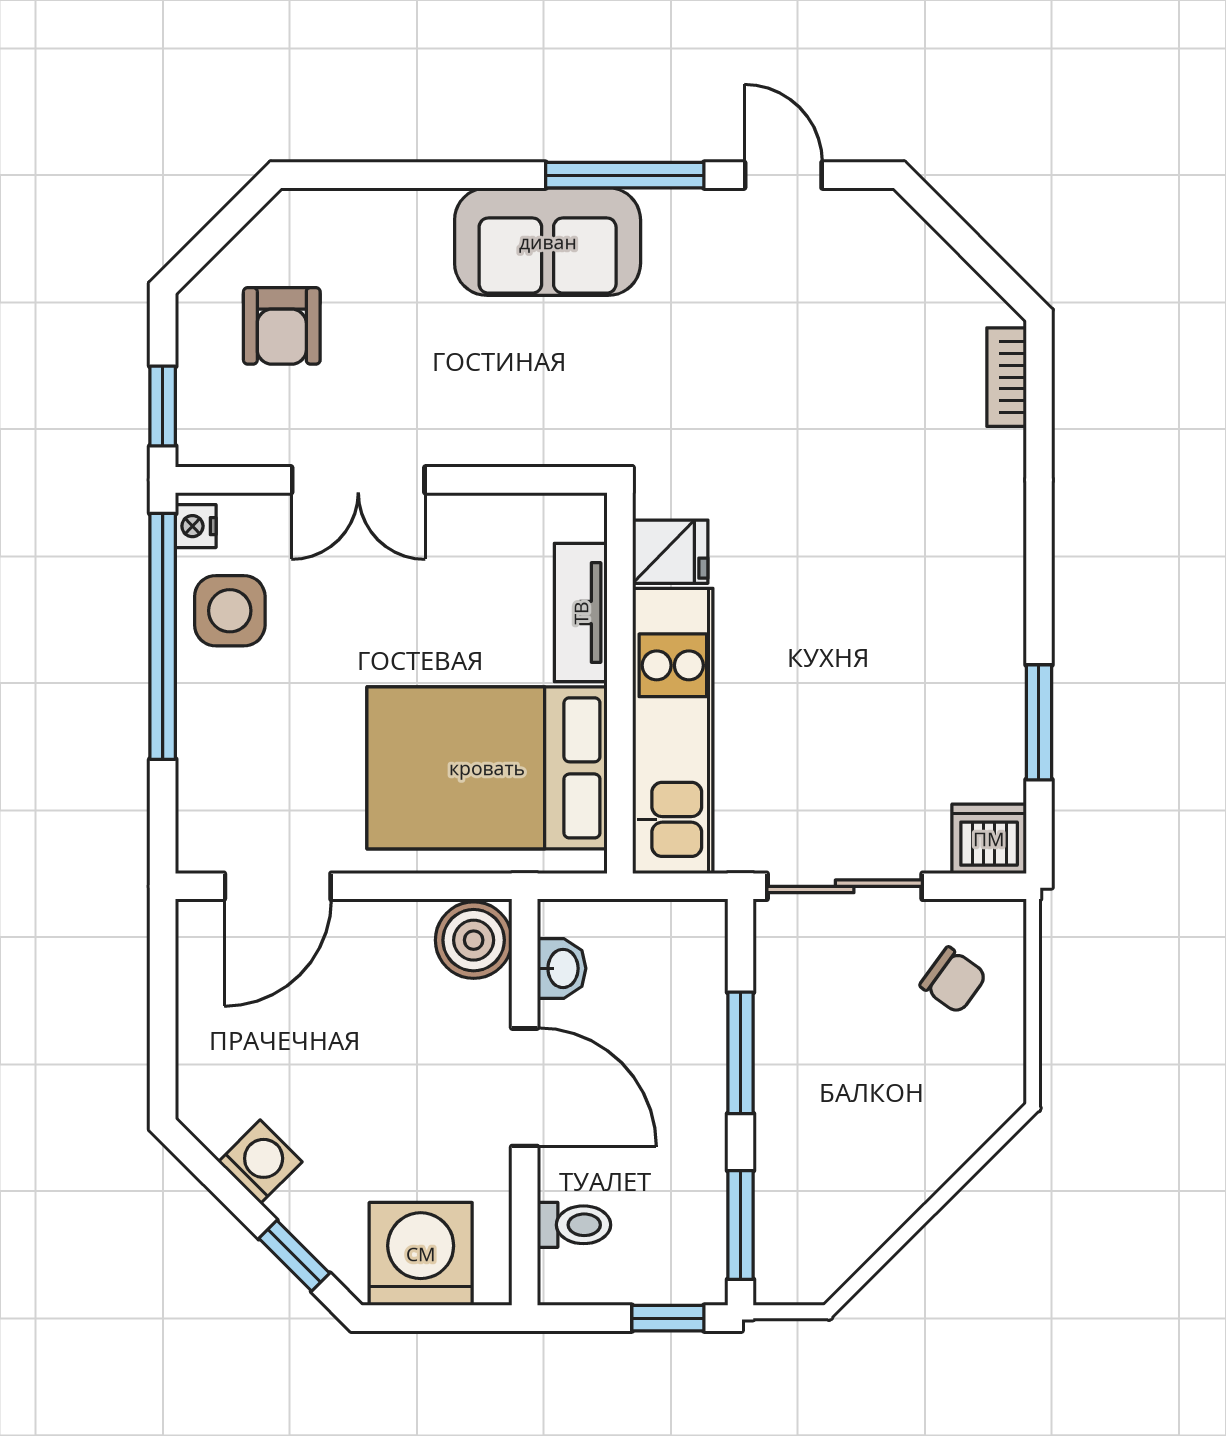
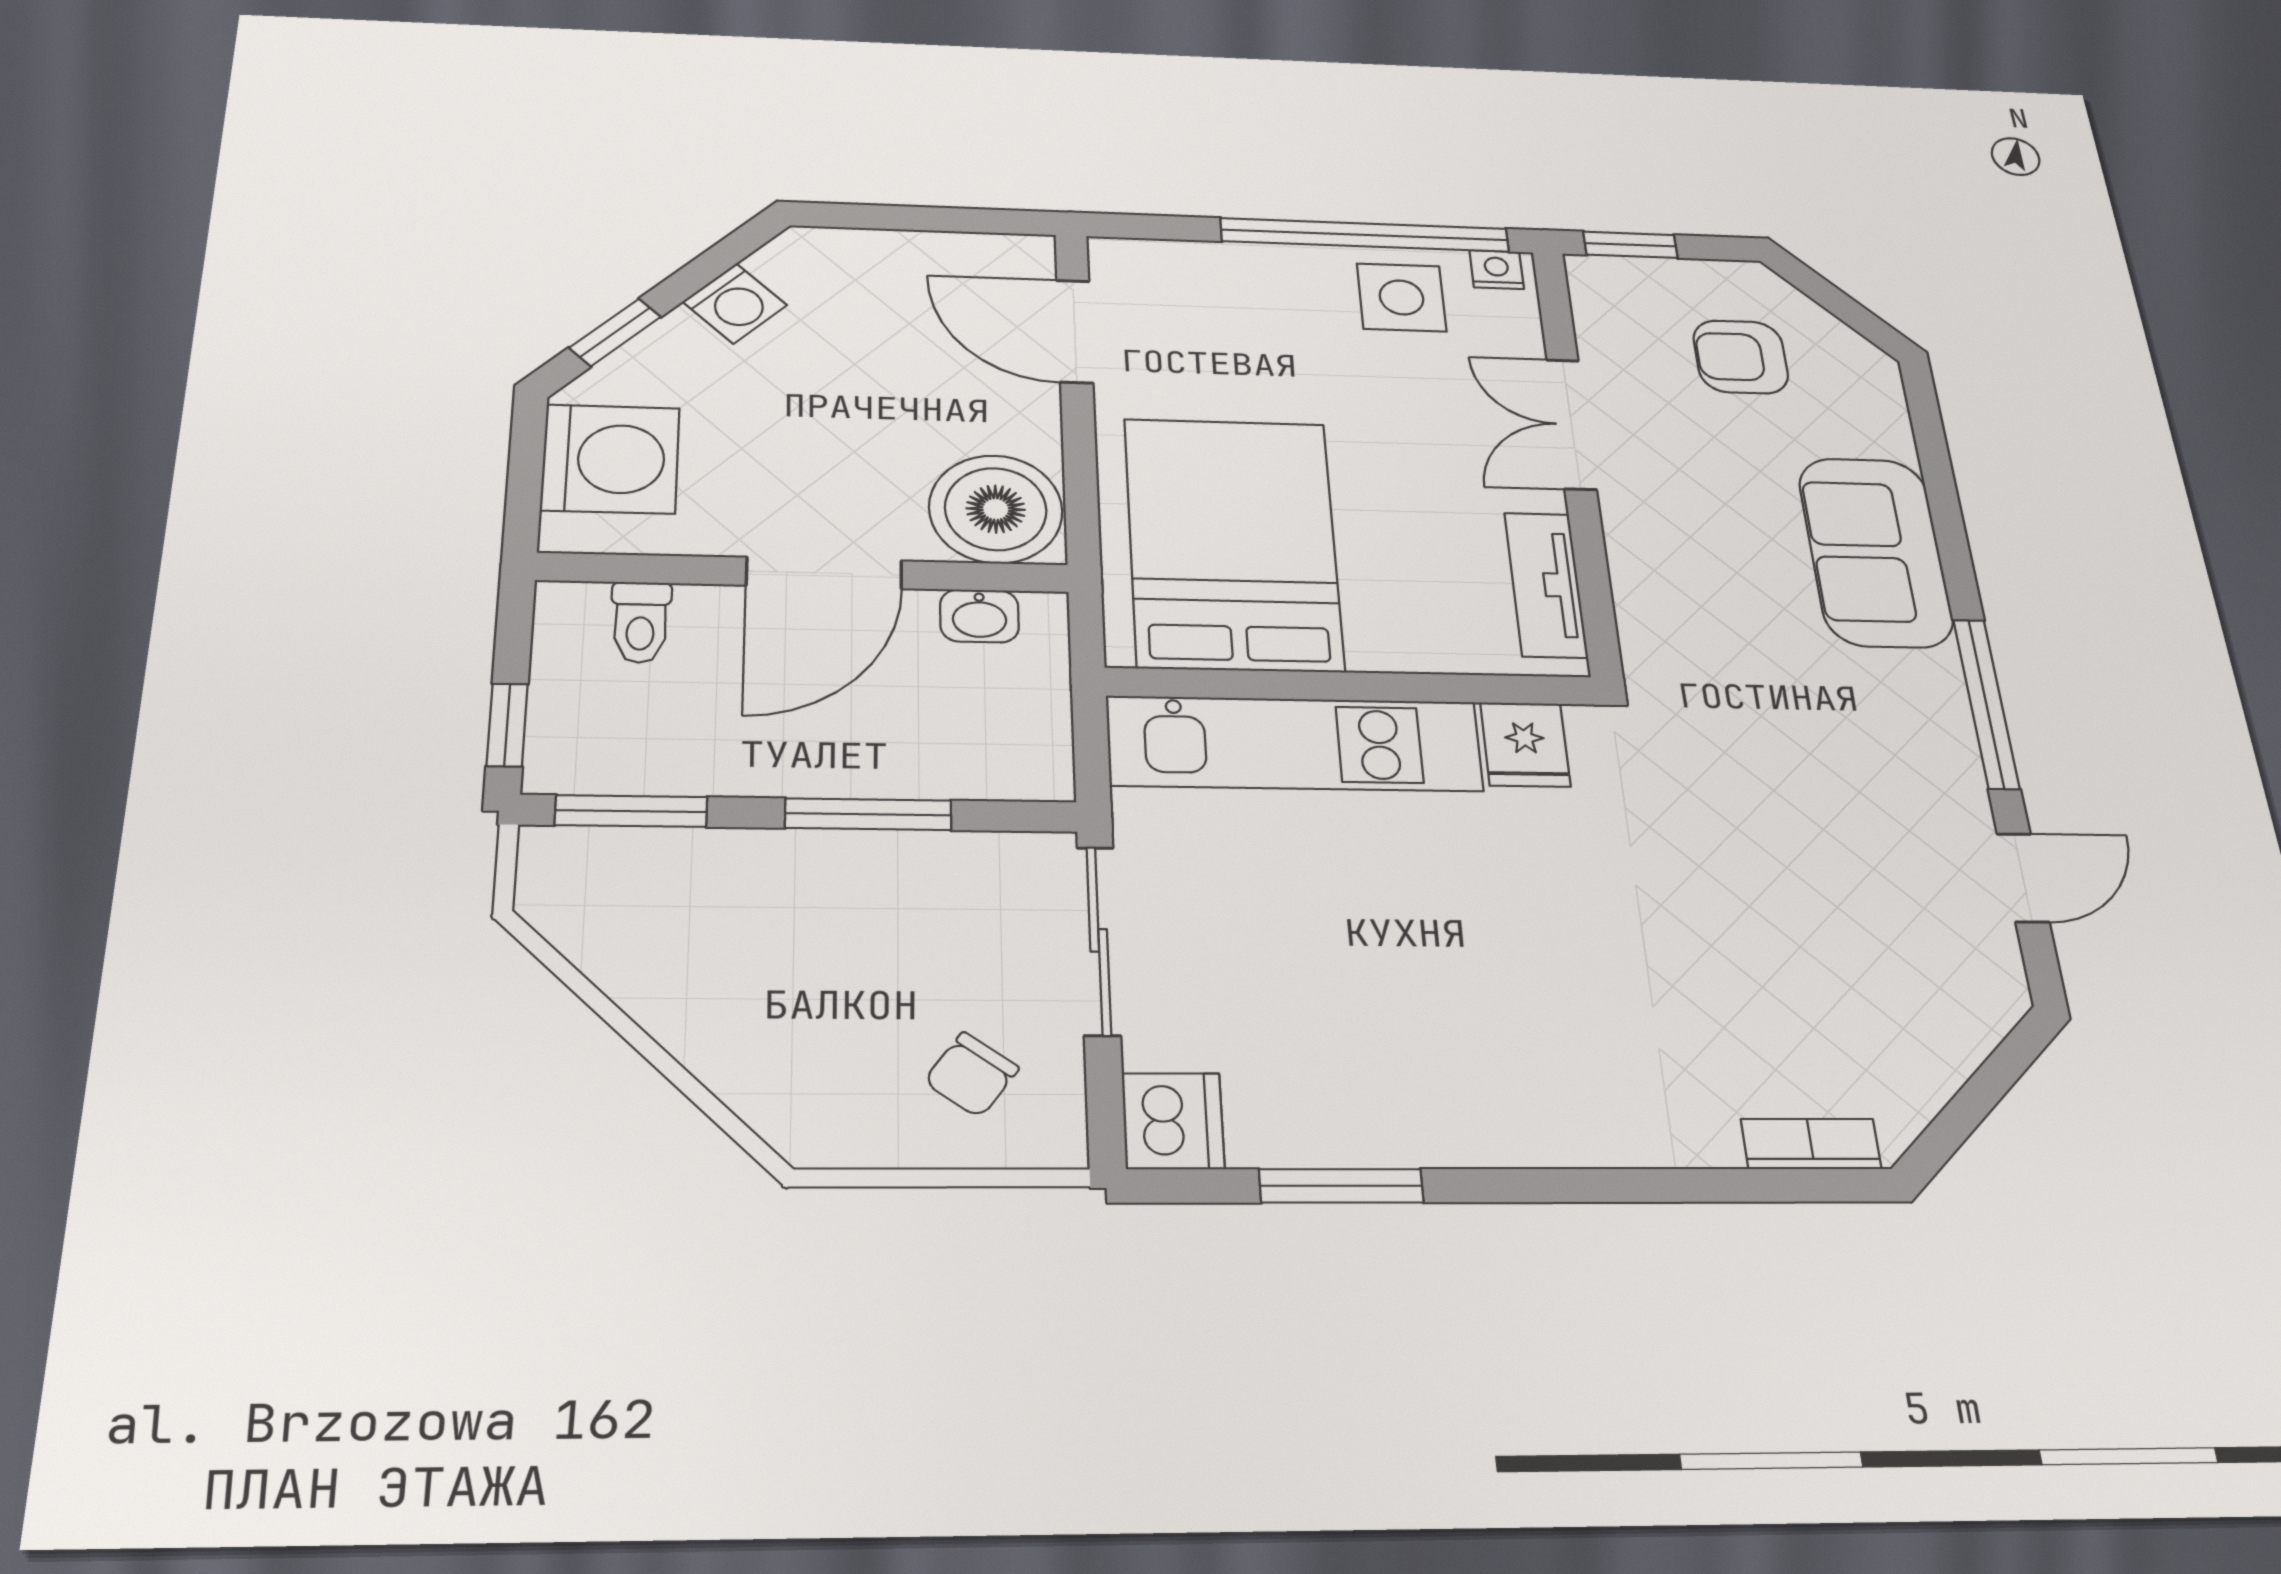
sofa: (548, 242) -> (1876, 552), moved
tv unit: (581, 613) -> (1546, 585), moved, turned -90
boiler: (474, 940) -> (996, 509), width x1.37, depth x1.37

